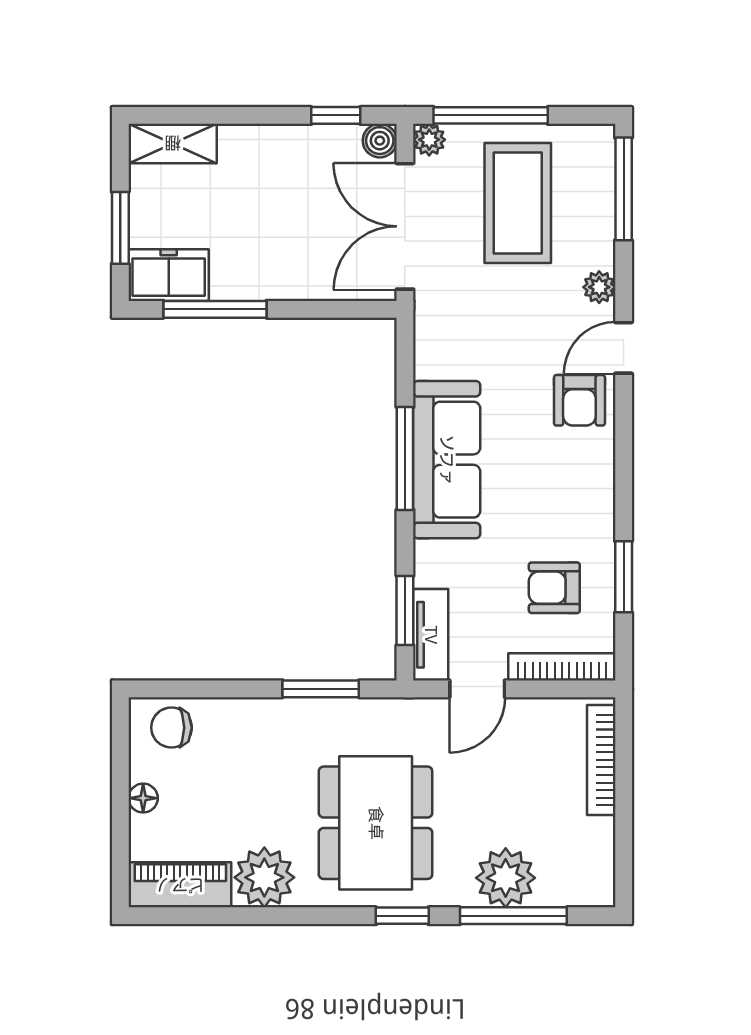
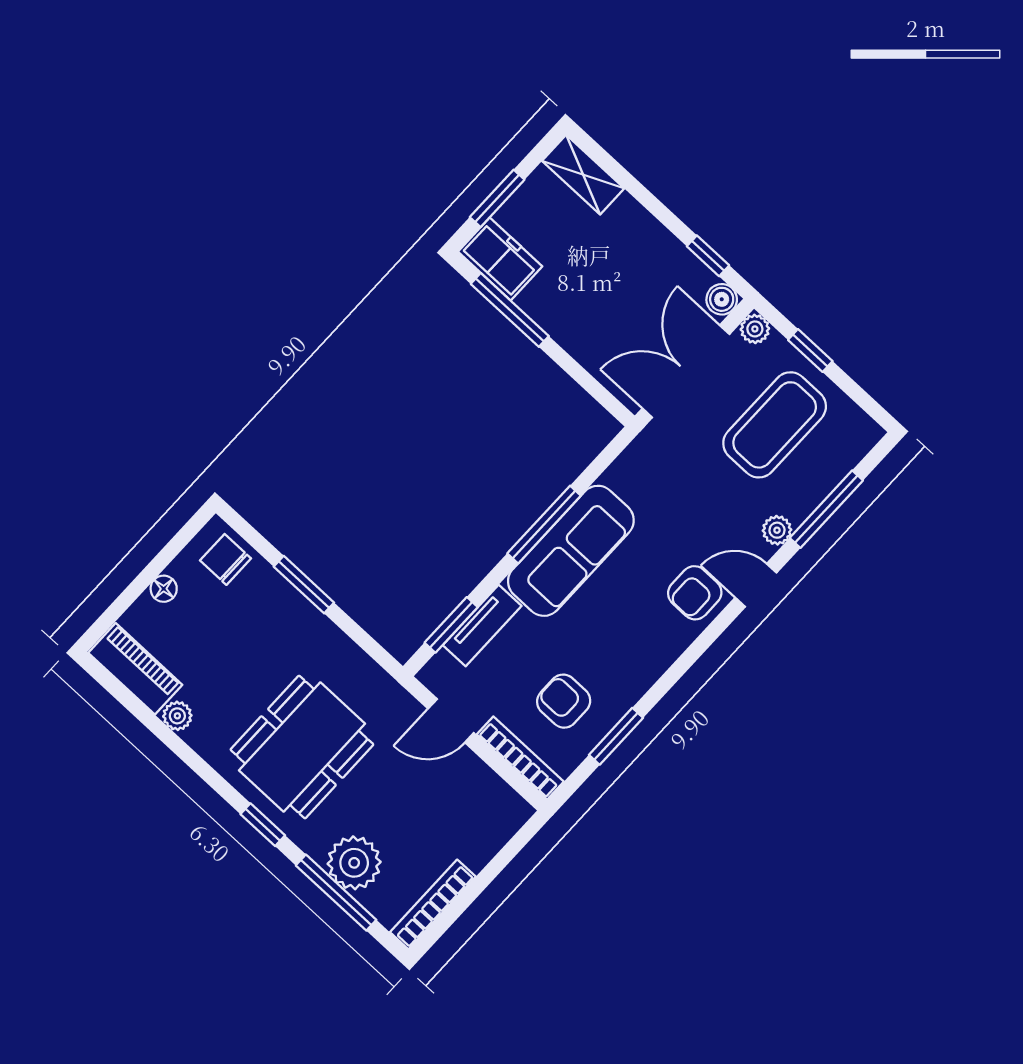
window: (491, 115) -> (810, 350), width x0.46
window: (624, 189) -> (826, 509), moved
tv unit: (431, 635) -> (482, 625), moved
window: (321, 689) -> (304, 585), moved
bookcase: (601, 760) -> (433, 904), moved
plant: (264, 877) -> (177, 716), width x0.53, depth x0.53

